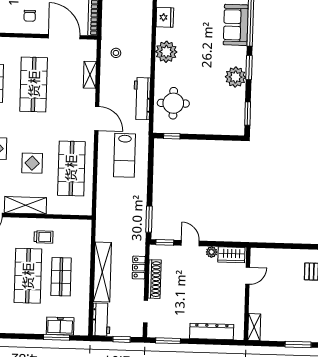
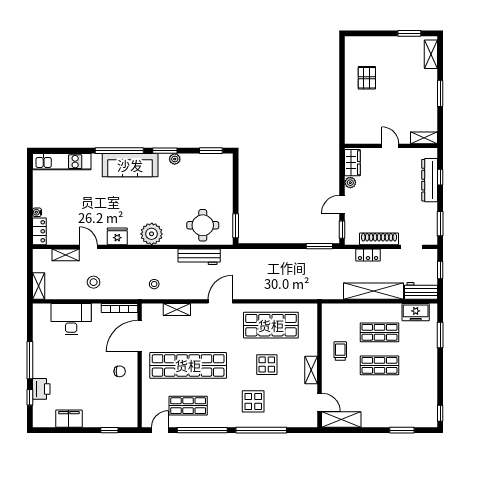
sofa: (236, 25) -> (130, 165), width x1.36
plant: (235, 77) -> (175, 159), width x0.53, depth x0.53
shop shelf: (34, 84) -> (188, 365), width x1.40
window: (172, 136) -> (236, 226), width x1.50
lab bench: (125, 155) -> (256, 272), removed
shelving: (25, 205) -> (311, 370), width x0.67, depth x0.75
shop shelf: (28, 276) -> (379, 365), width x0.70, depth x0.74
door: (248, 276) -> (390, 146), moved
freezer: (60, 326) -> (416, 312), moved, turned -90
window: (214, 342) -> (440, 177), added

